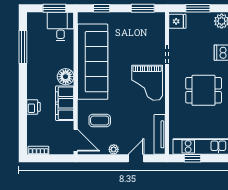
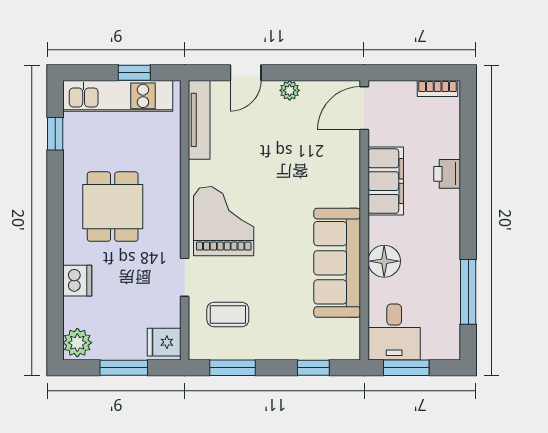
sofa: (93, 62) -> (337, 263), width x0.74, depth x0.79
floor lamp: (66, 77) -> (384, 261), moved
dining table: (204, 90) -> (113, 207), turned 90
coffee table: (100, 120) -> (228, 314), moved
door: (76, 140) -> (364, 108), hinge flipped

